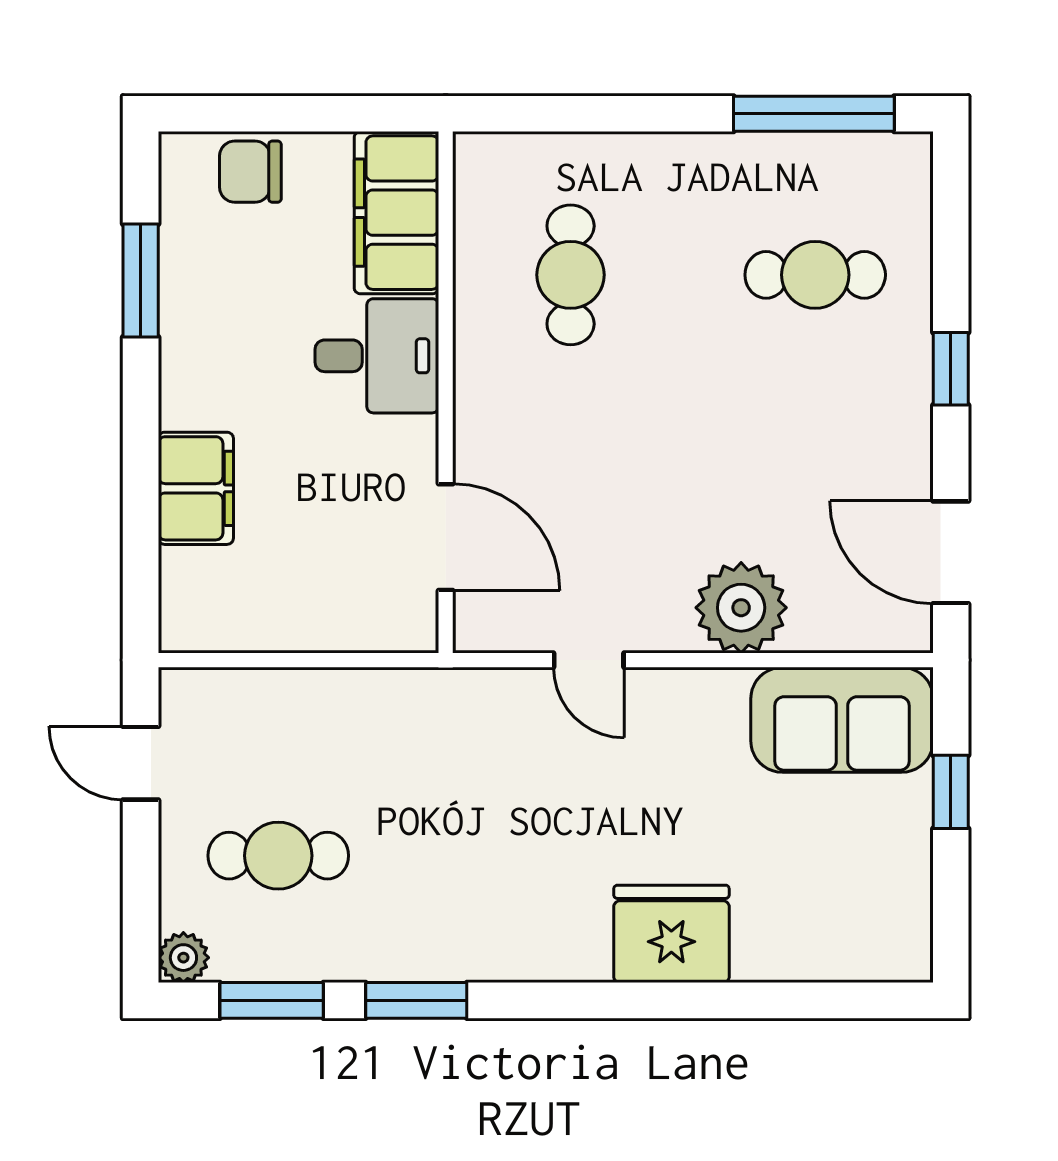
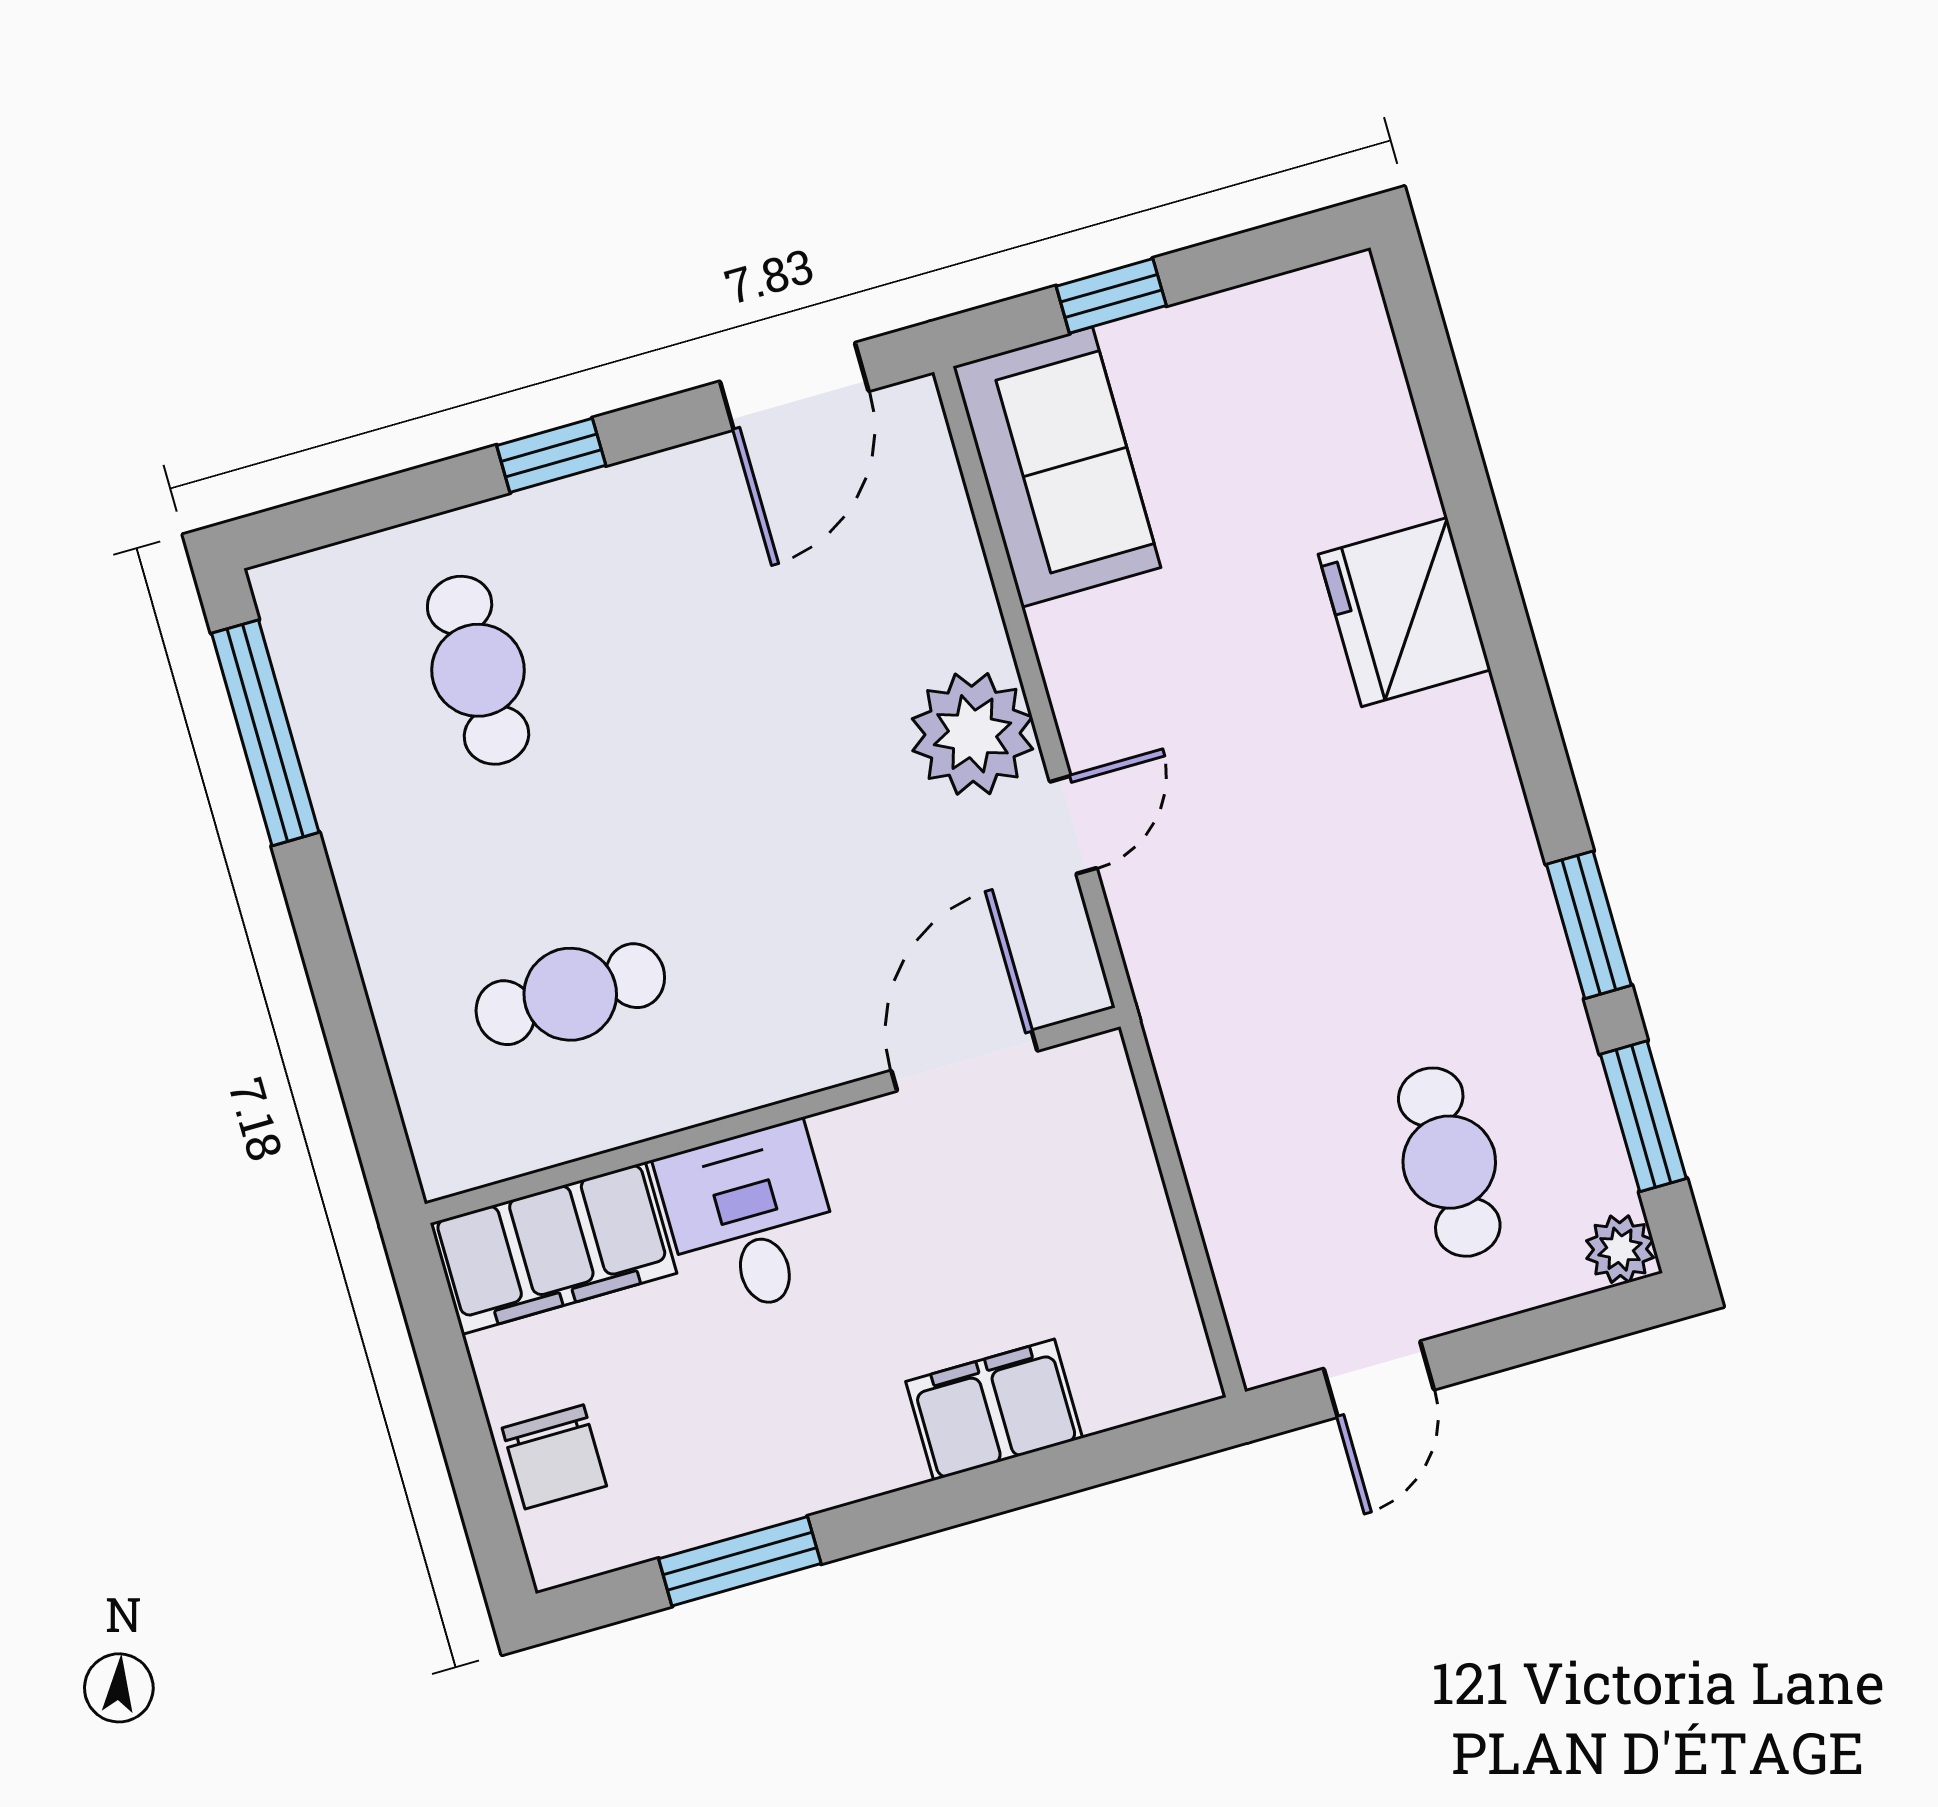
plant: (741, 608) -> (972, 734), moved

